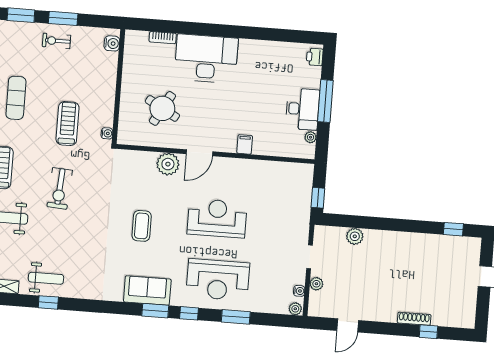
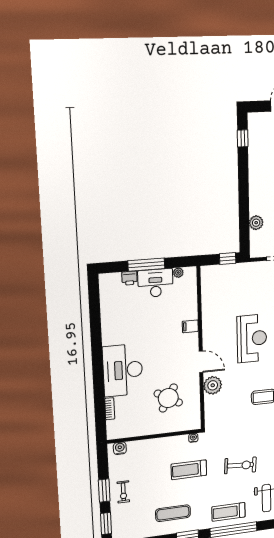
printer: (315, 57) -> (129, 278), moved
reception desk: (217, 218) -> (252, 338), turned 180

